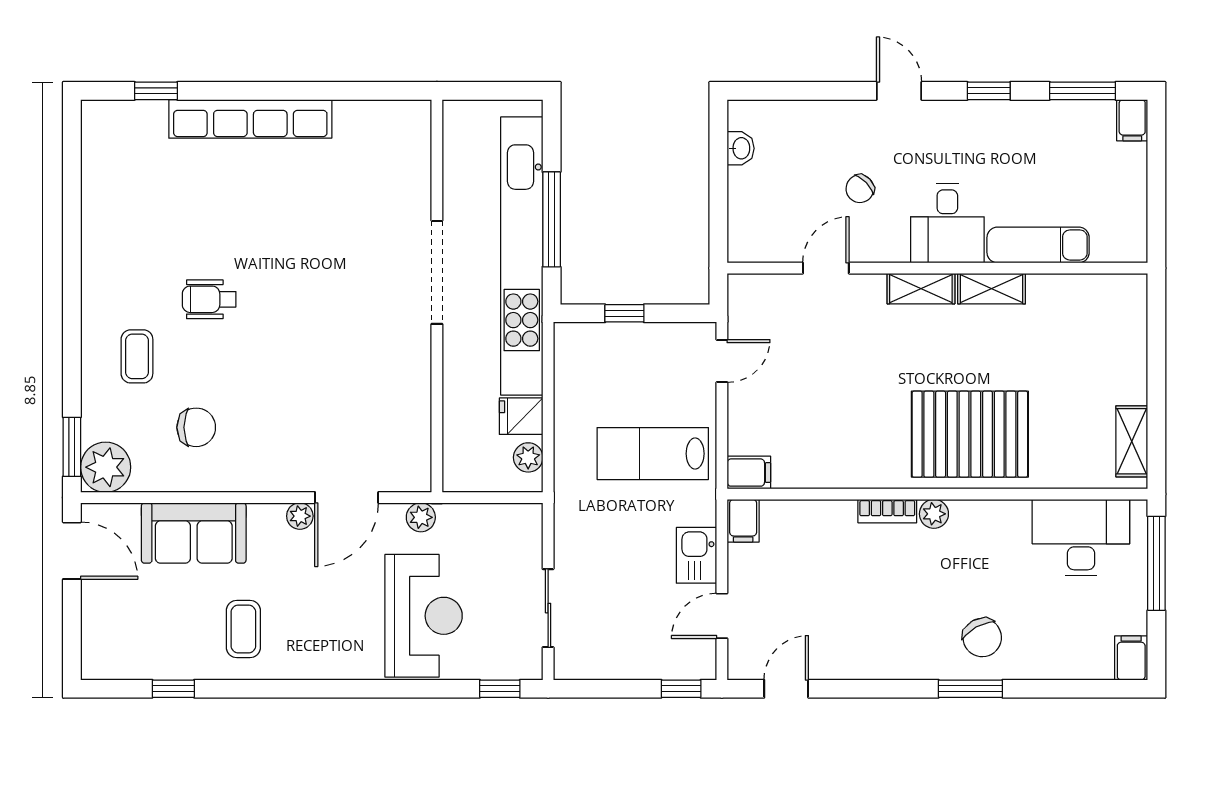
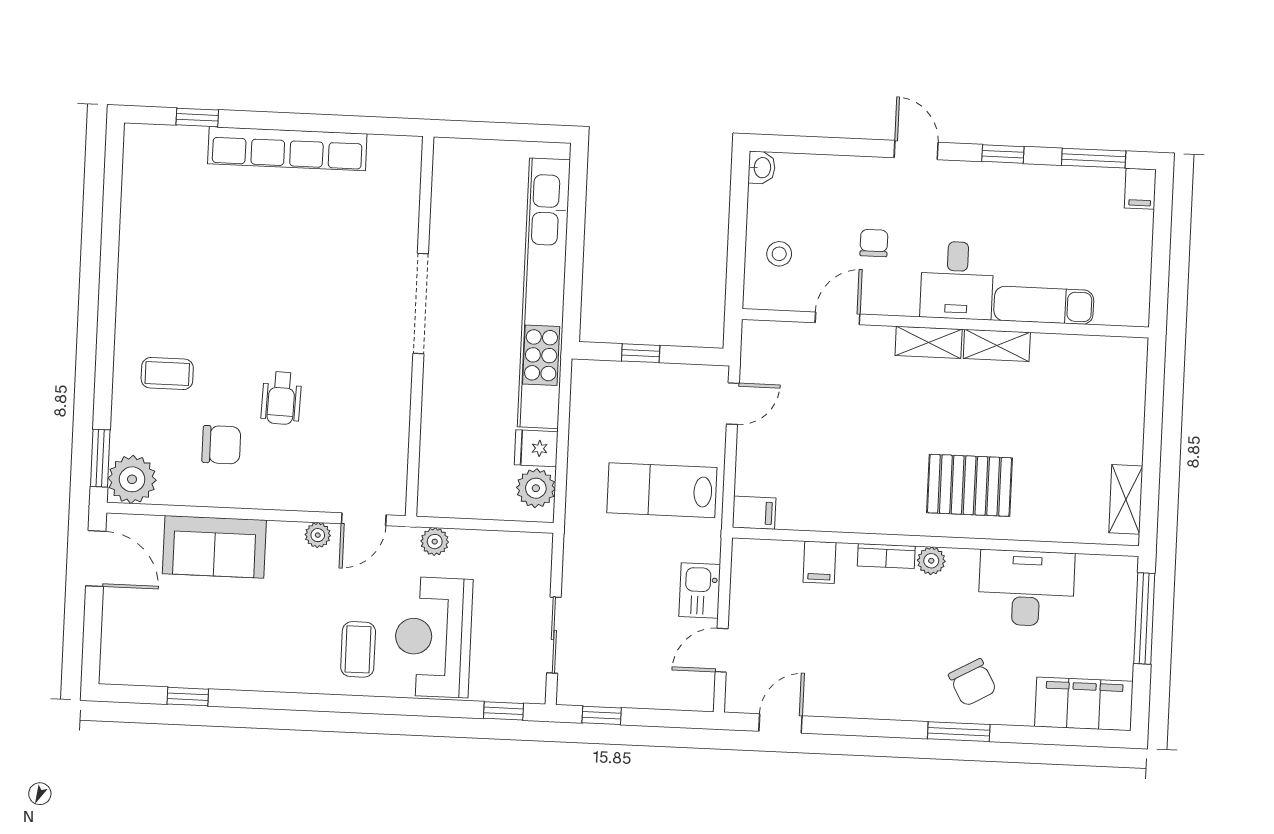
washbasin: (741, 148) -> (762, 168), moved
chair: (860, 189) -> (874, 243), turned 134
stool: (763, 204) -> (779, 254), added
window: (552, 219) -> (574, 259), removed
doorway: (437, 272) -> (421, 304), moved
wall: (437, 296) -> (420, 326), moved
wheelchair: (209, 299) -> (281, 398), moved, turned -88
coffee table: (137, 356) -> (167, 374), turned 90
pallet: (970, 434) -> (970, 485), width x0.73, depth x0.71
plant: (528, 457) -> (536, 488), width x1.38, depth x1.38
door: (347, 498) -> (364, 519), width x0.73
filing cabinet: (743, 521) -> (820, 562), moved
desk: (1081, 538) -> (1026, 588), moved
reception desk: (424, 616) -> (433, 637), turned 180
coffee table: (243, 629) -> (358, 649), moved
filing cabinet: (1131, 658) -> (1084, 704), width x3.00, depth x1.17
window: (681, 689) -> (602, 715), moved

